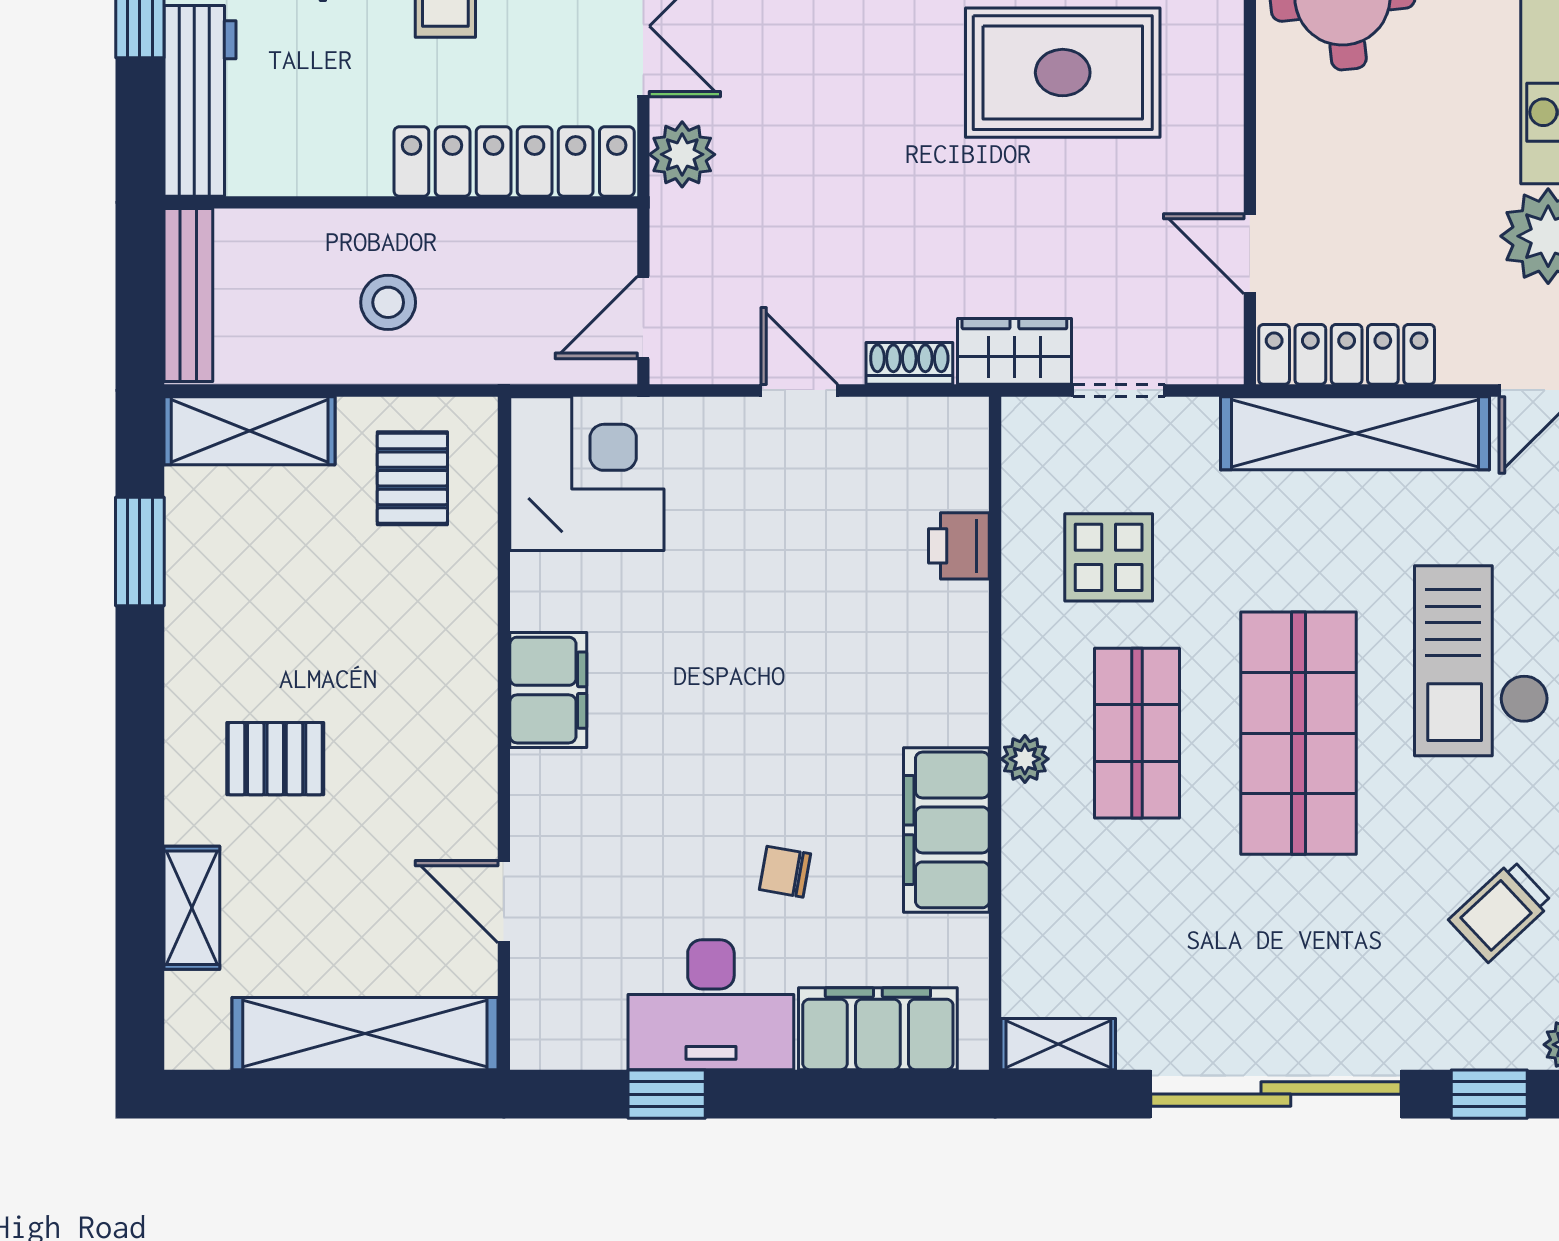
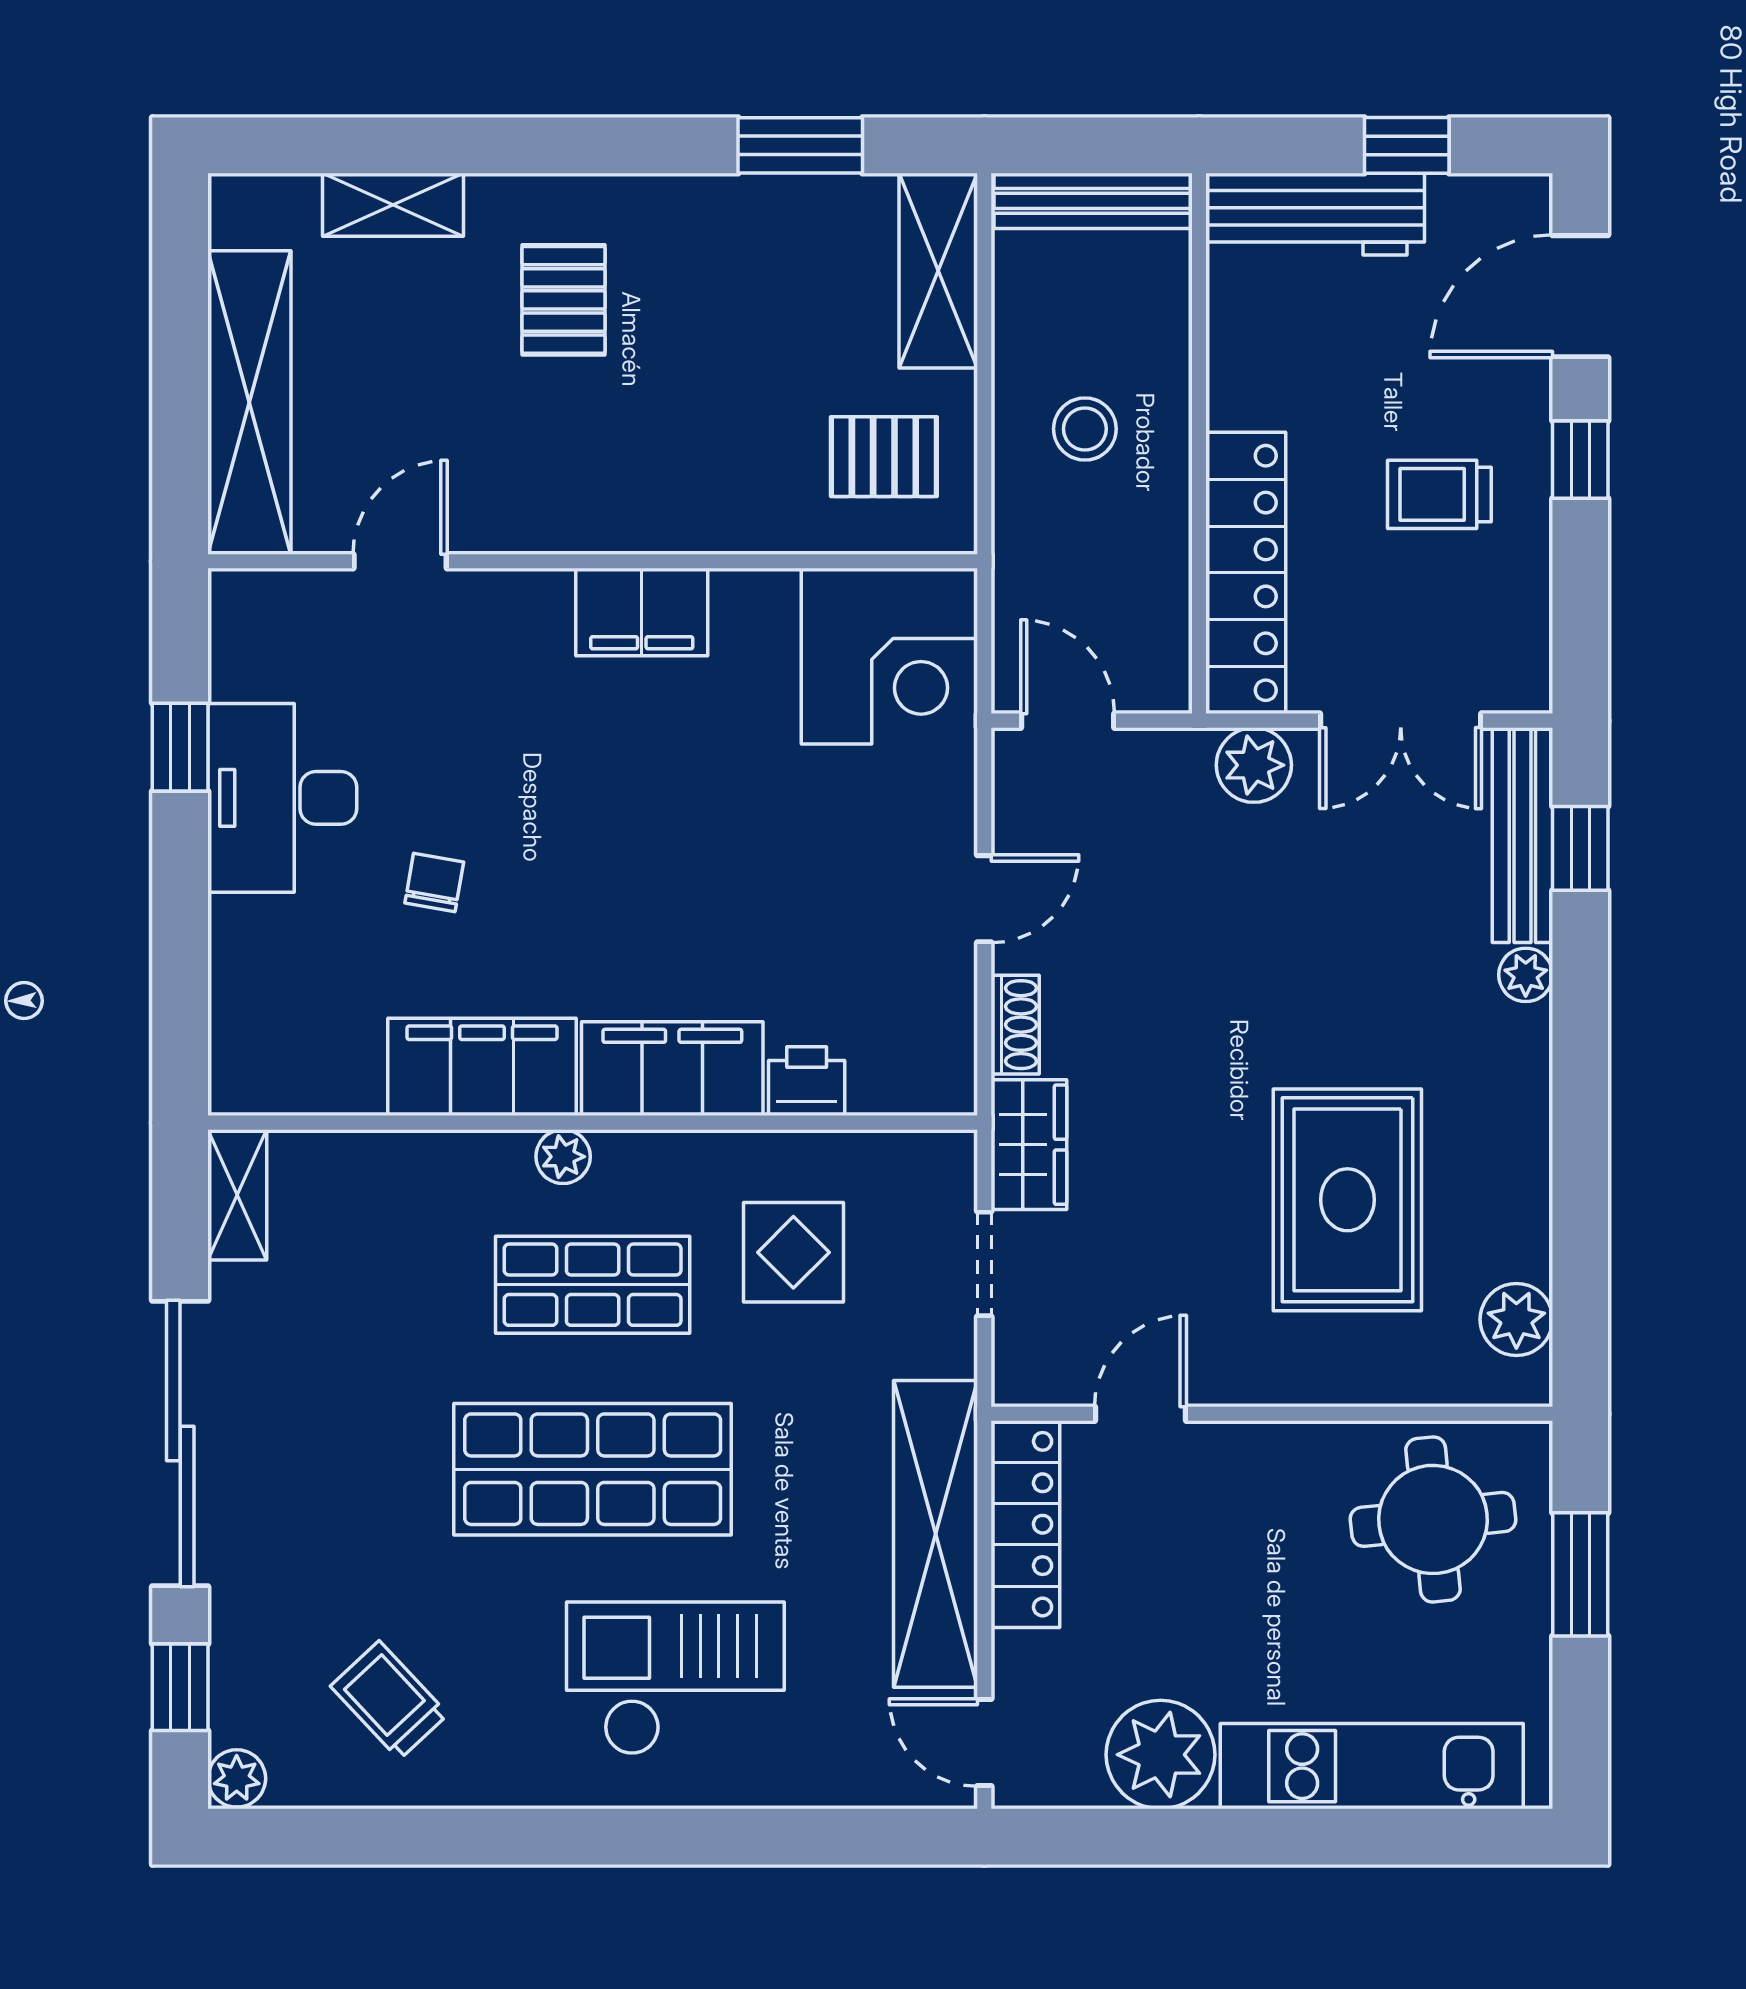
filing cabinet: (878, 1029) -> (672, 1069), moved, turned -90

